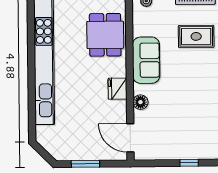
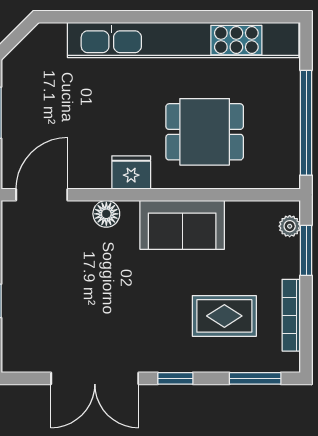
dining table: (105, 35) -> (205, 132), moved
rug: (196, 36) -> (224, 316), turned 90

